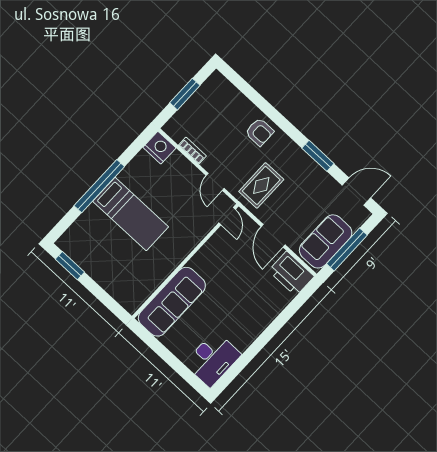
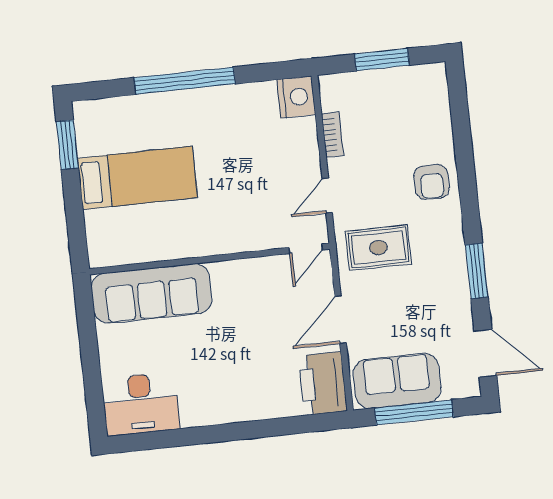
bed: (131, 214) -> (137, 178), moved, turned -90

